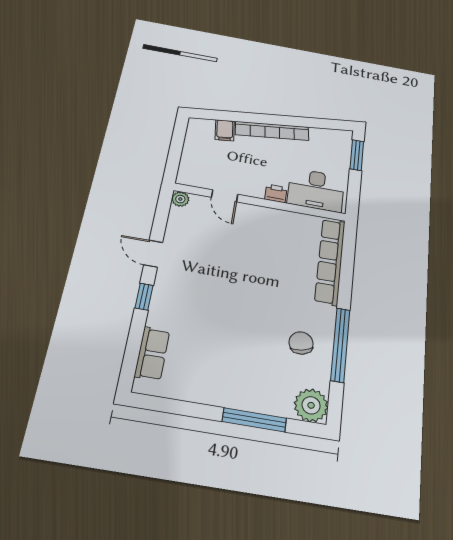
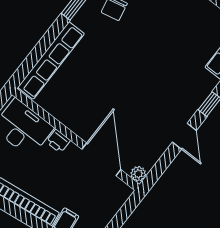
door: (225, 196) -> (101, 159), width x1.88

